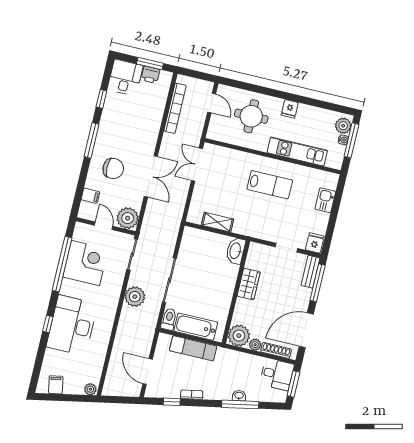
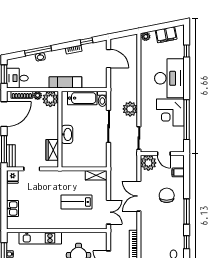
chair: (113, 169) -> (167, 195), turned 90
lab bench: (270, 185) -> (76, 202), moved
shelving: (217, 222) -> (96, 175), moved
washbasin: (236, 251) -> (67, 134), moved
corner desk: (85, 263) -> (170, 112), moved
wardrobe: (249, 284) -> (52, 150), moved
window: (48, 324) -> (187, 51), moved
exam couch: (193, 348) -> (65, 82), moved
filing cabinet: (56, 385) -> (166, 35), width x2.00

